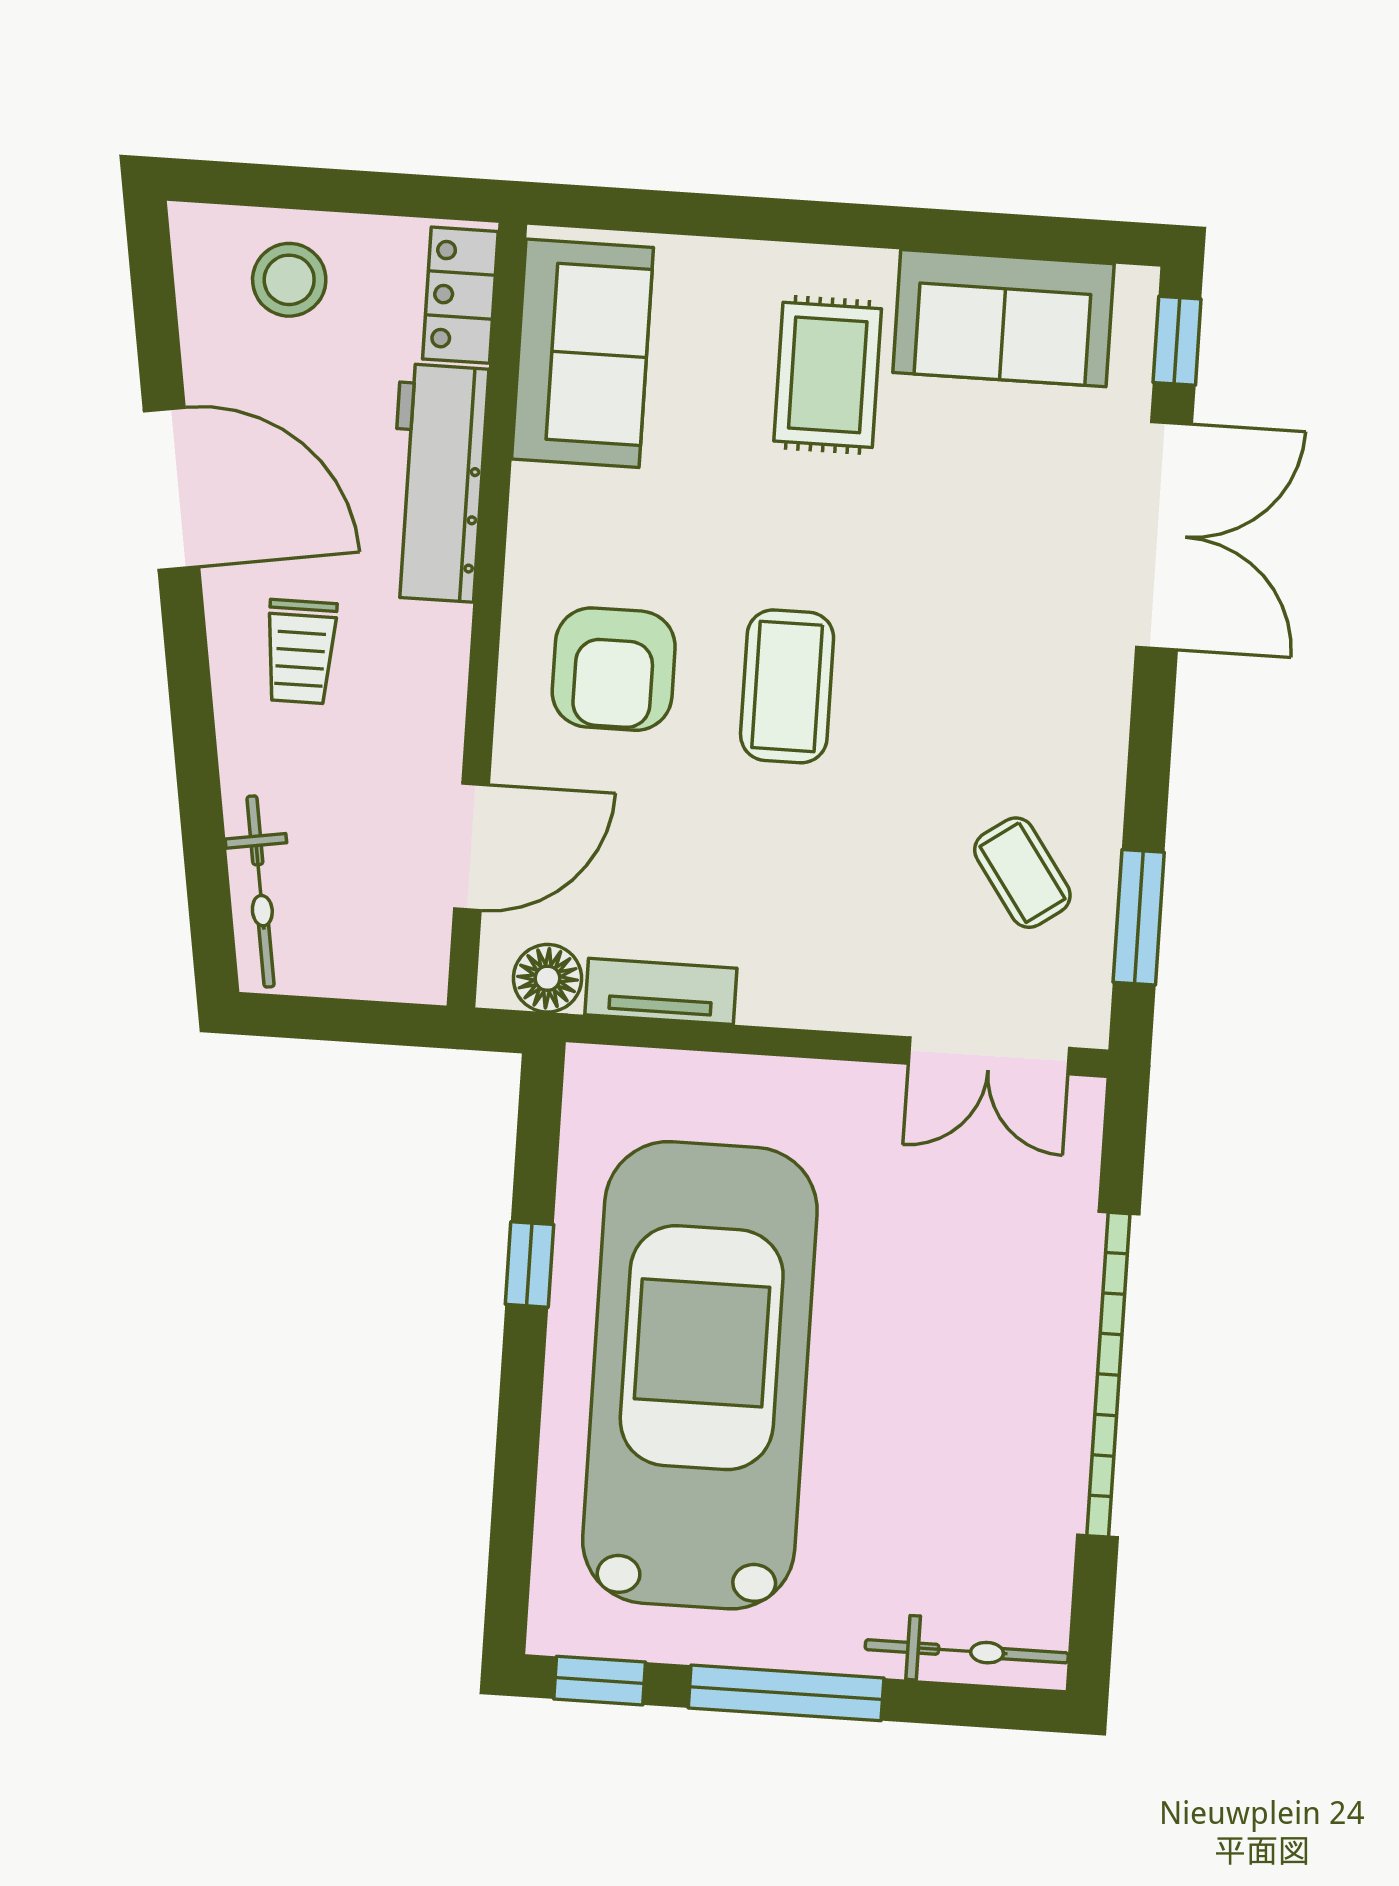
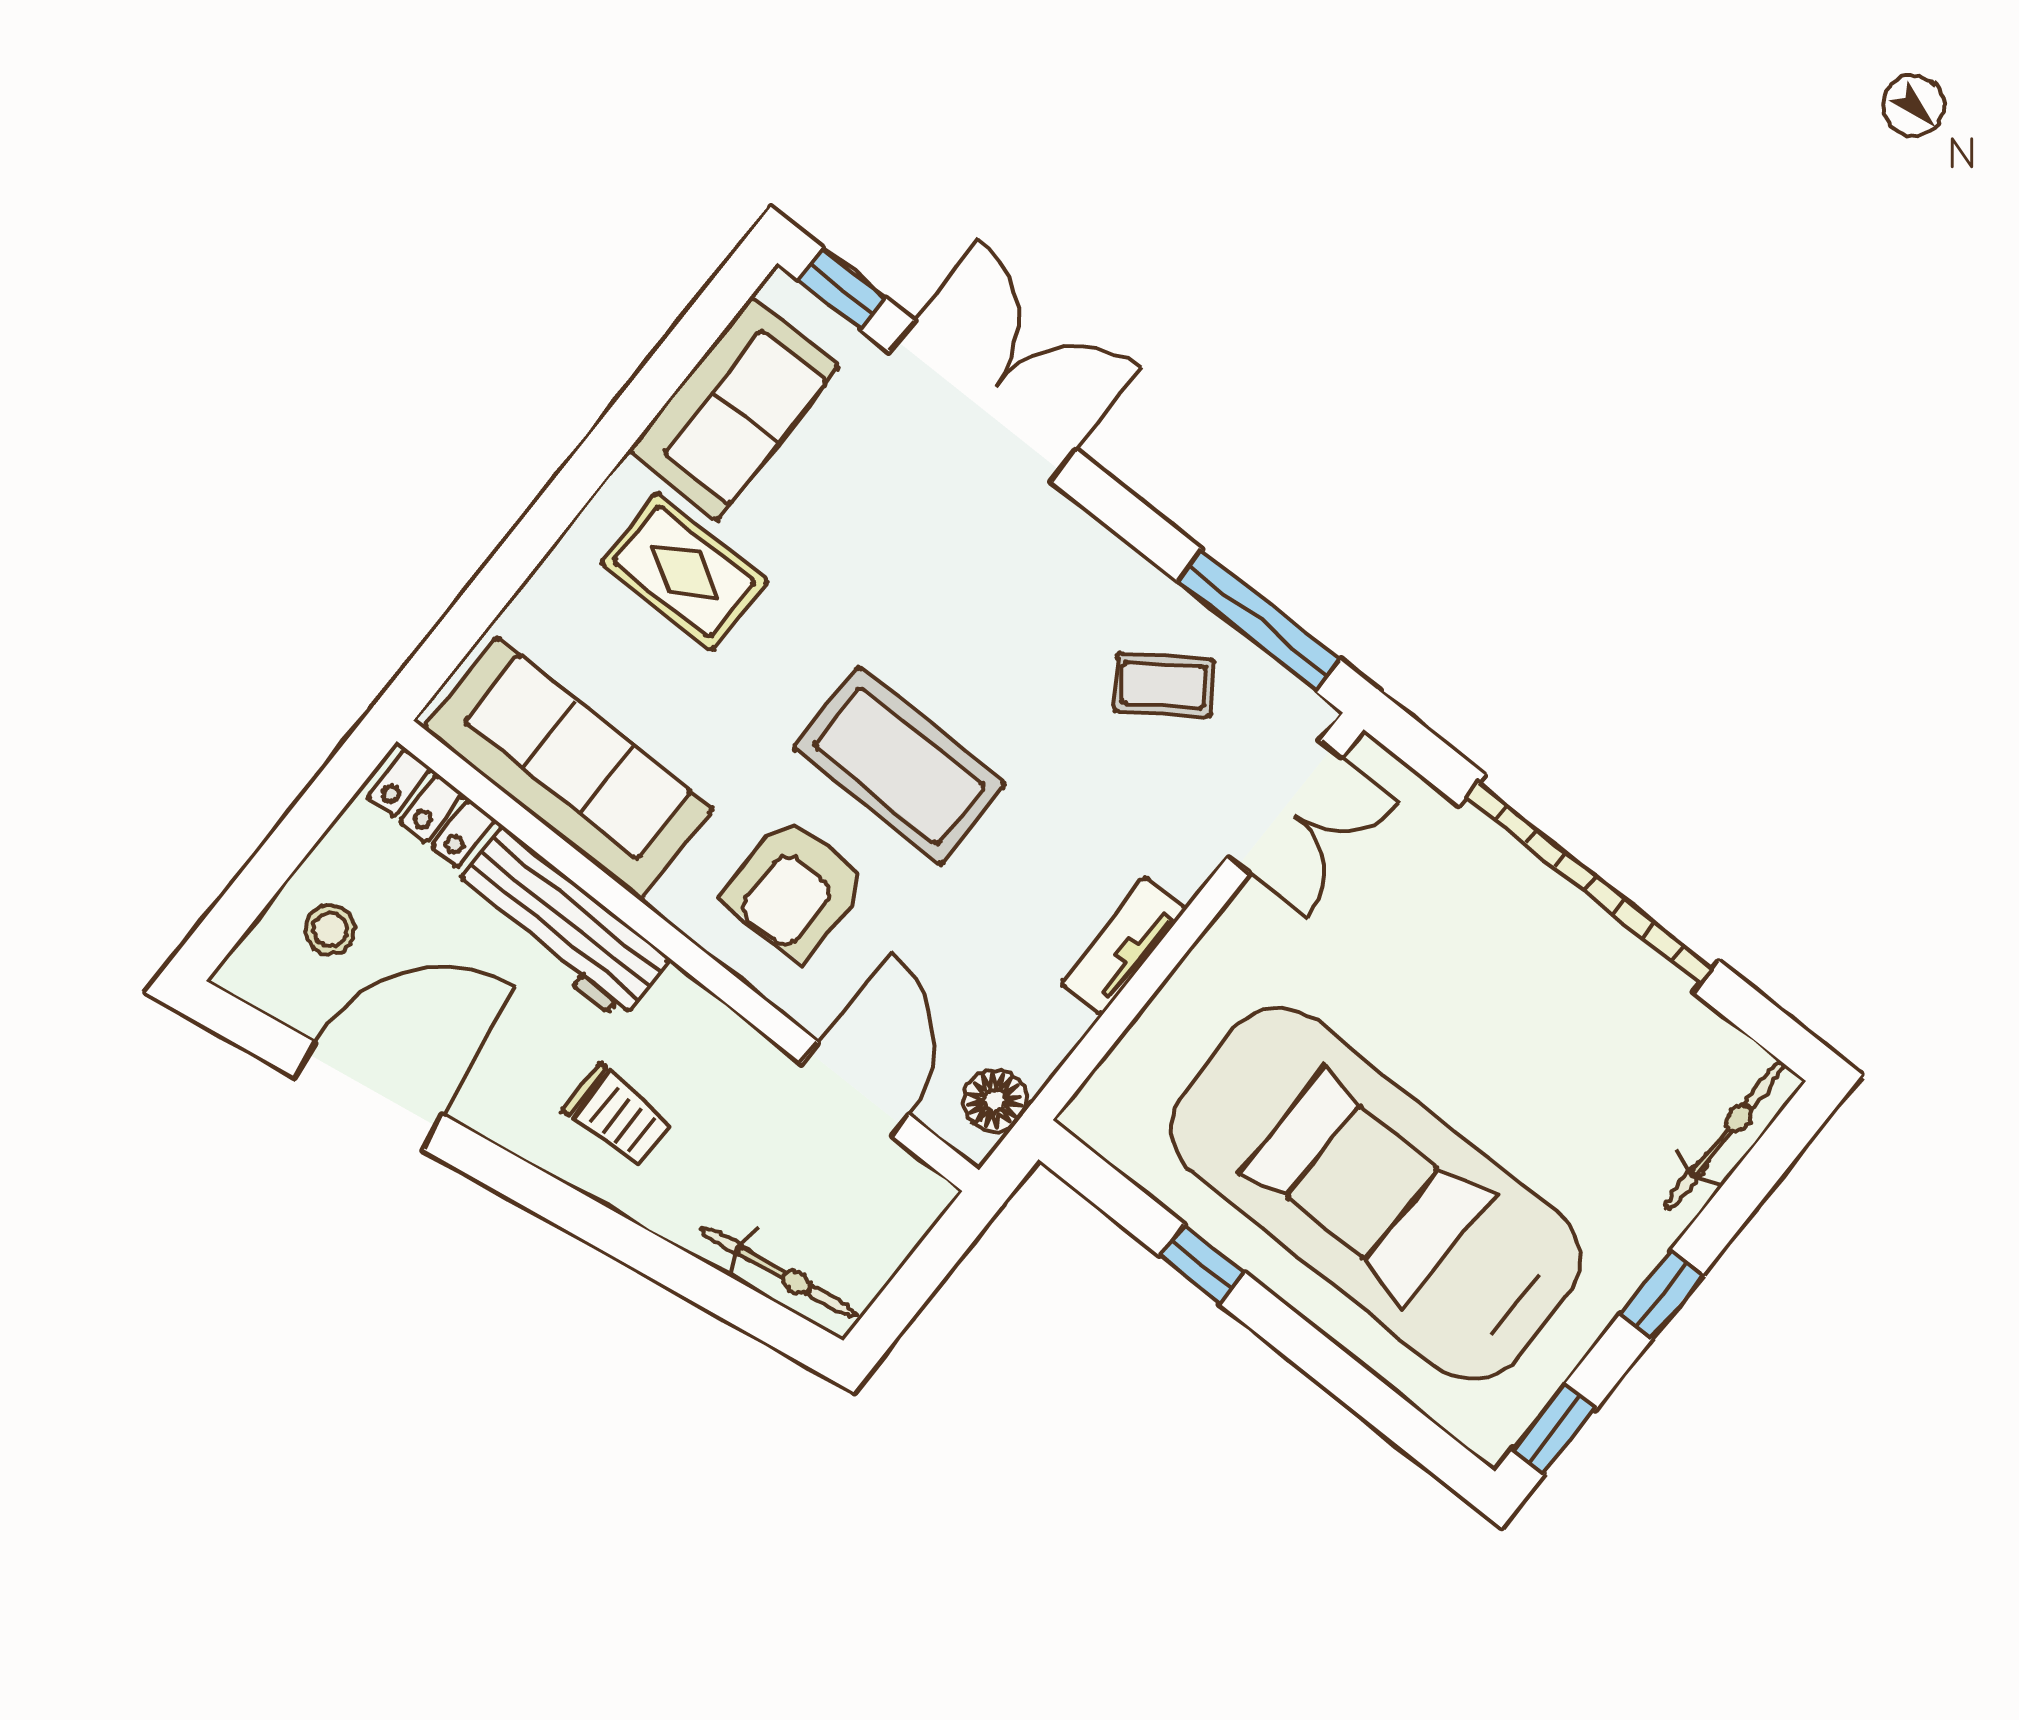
stool: (289, 280) -> (330, 930), width x0.73, depth x0.73
sofa: (582, 353) -> (568, 769), width x1.36
door: (172, 489) -> (369, 1096), moved
armchair: (614, 669) -> (795, 888), turned 90
coffee table: (787, 686) -> (899, 766), width x1.36, depth x1.32
window: (1139, 917) -> (1259, 620), width x1.44
tv unit: (661, 991) -> (1124, 946), moved
window: (786, 1693) -> (1661, 1294), width x0.46

